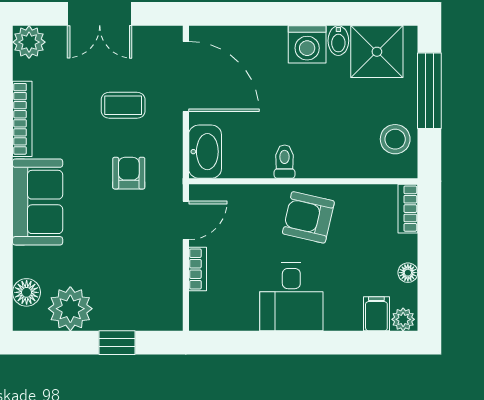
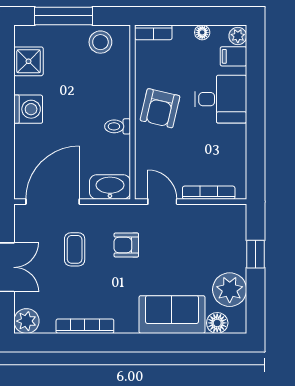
bidet: (338, 41) -> (25, 85), removed
shower: (377, 52) -> (29, 61), width x0.73, depth x0.73
sofa: (38, 202) -> (172, 315), moved
bookcase: (198, 269) -> (209, 193), width x1.56
desk: (291, 297) -> (221, 99), moved

